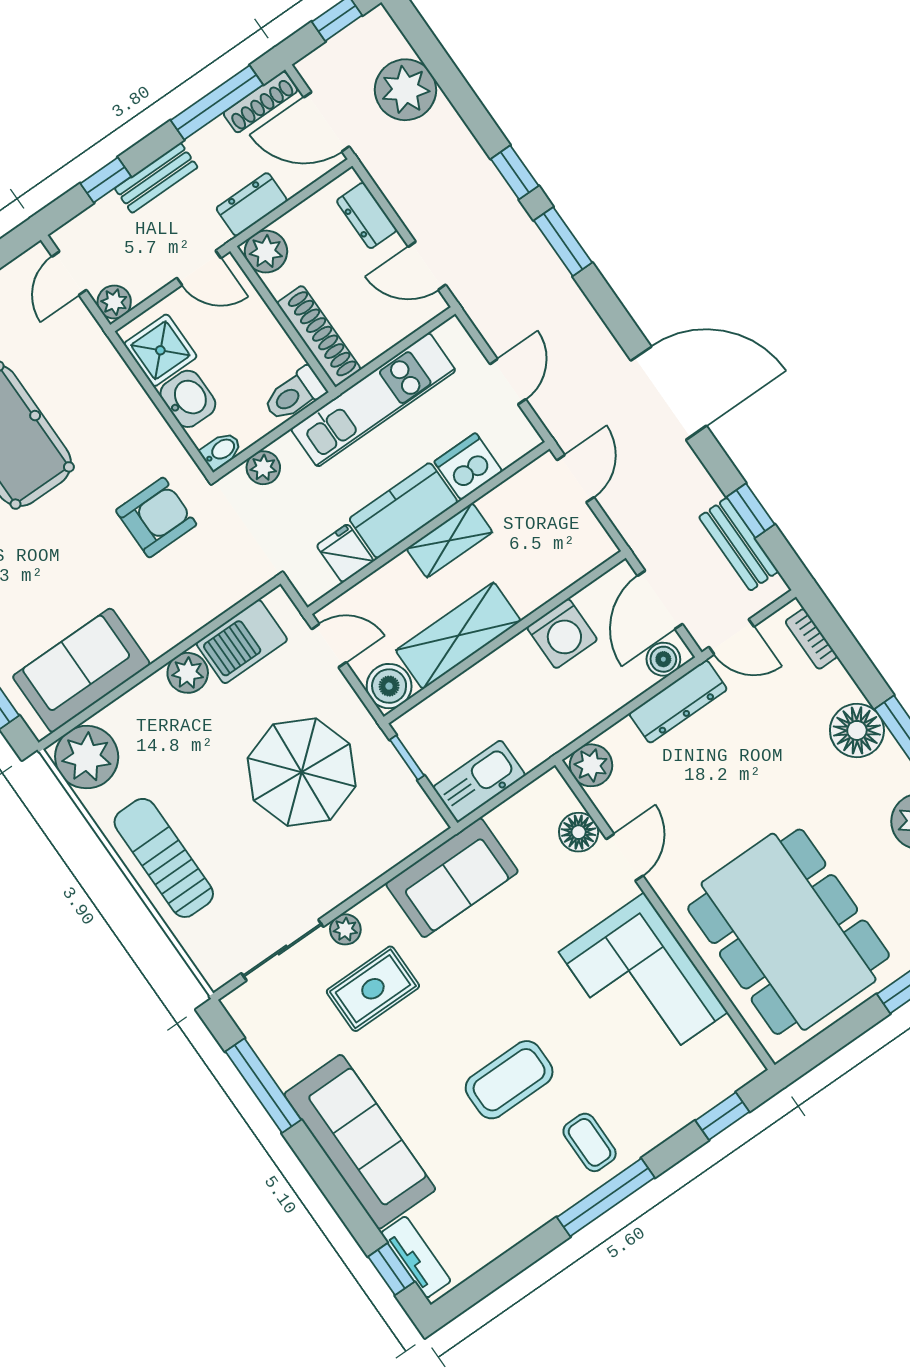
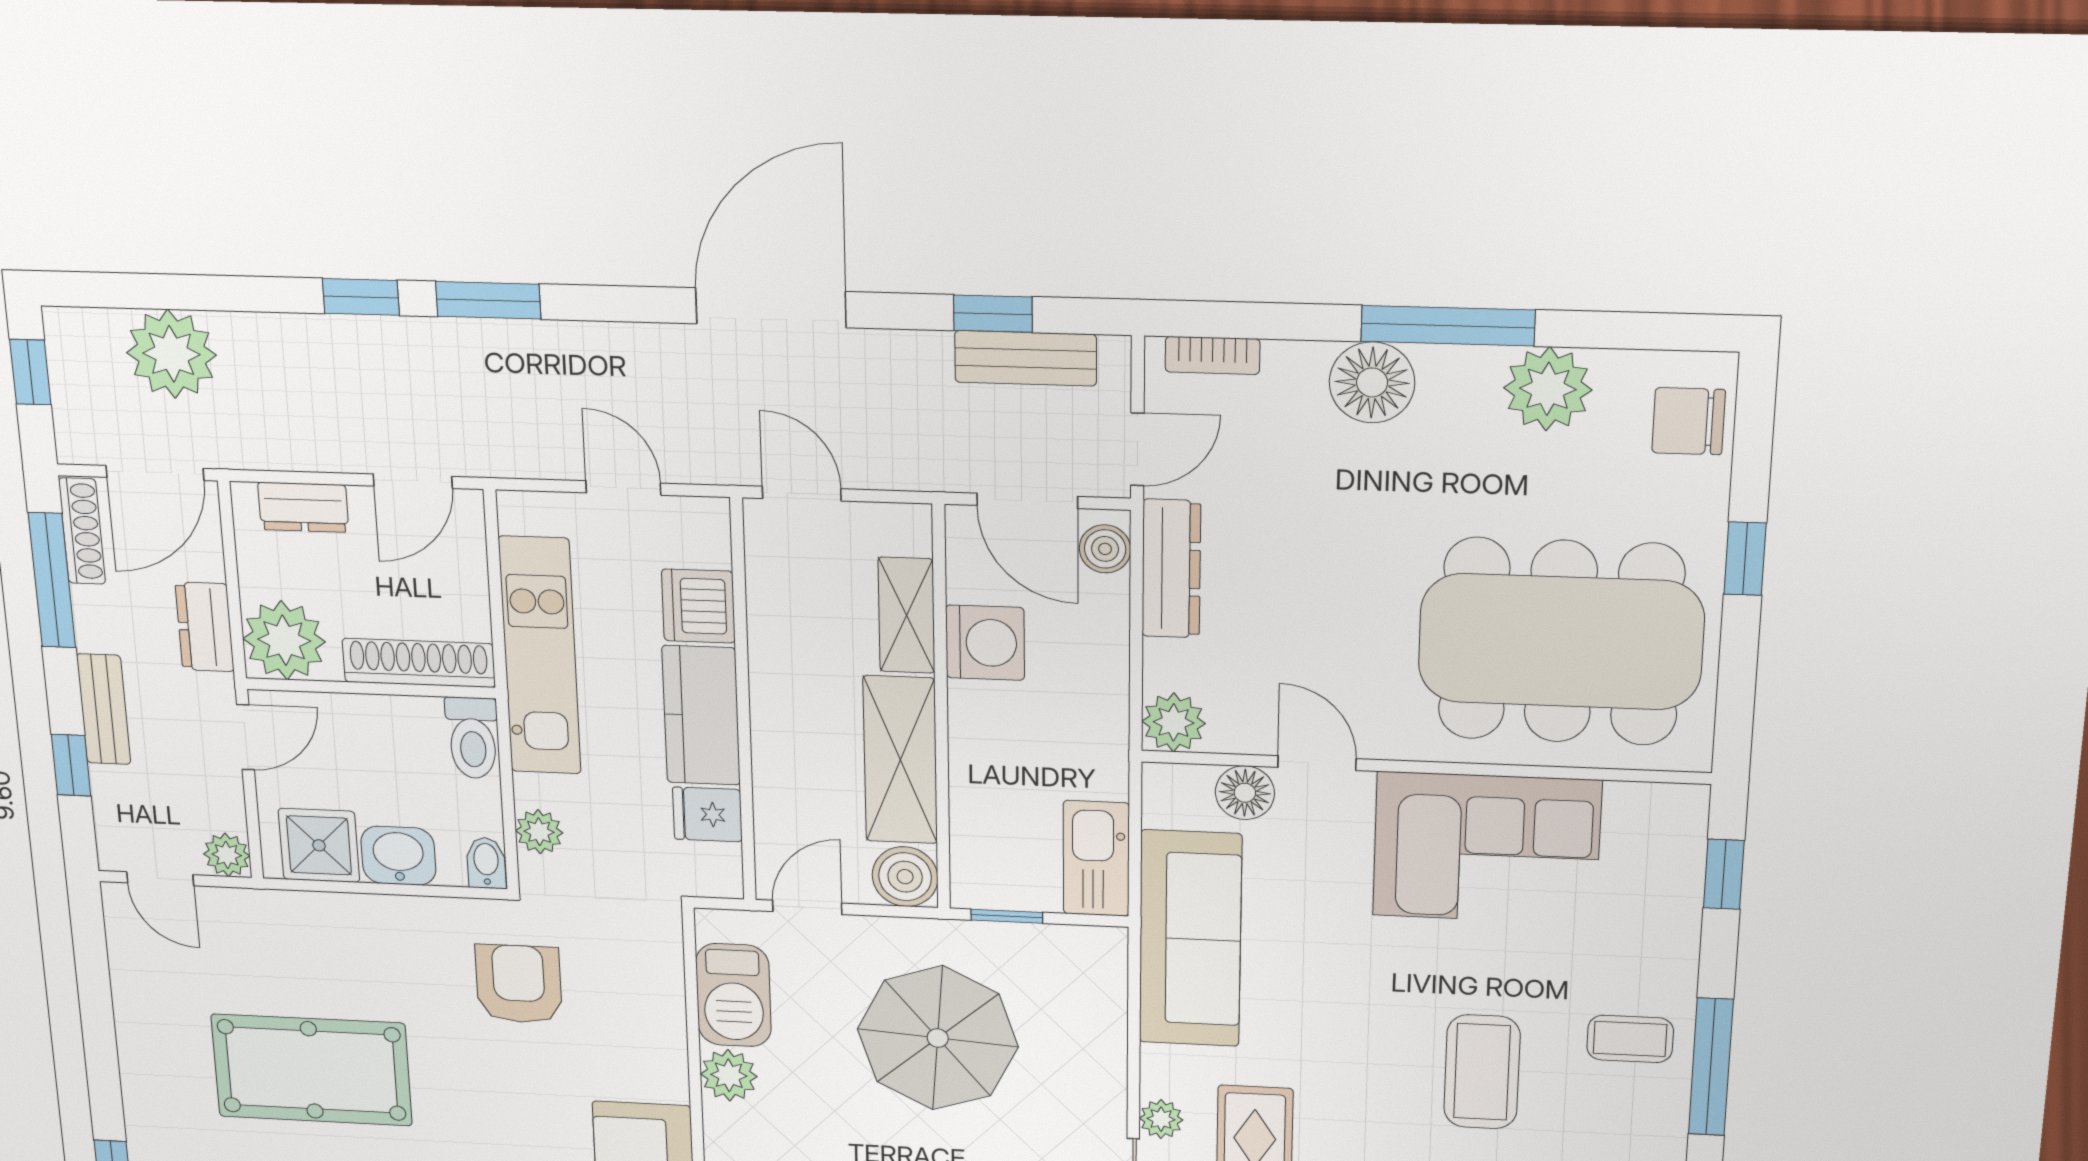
plant: (266, 252) -> (284, 640), width x1.36, depth x1.36
shelving: (449, 540) -> (907, 615), moved
sofa: (452, 878) -> (1190, 939), width x1.36

